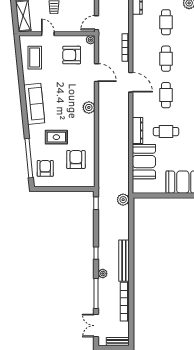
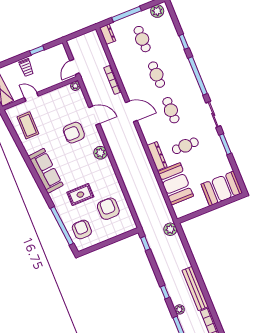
armchair: (72, 55) -> (74, 133), moved

